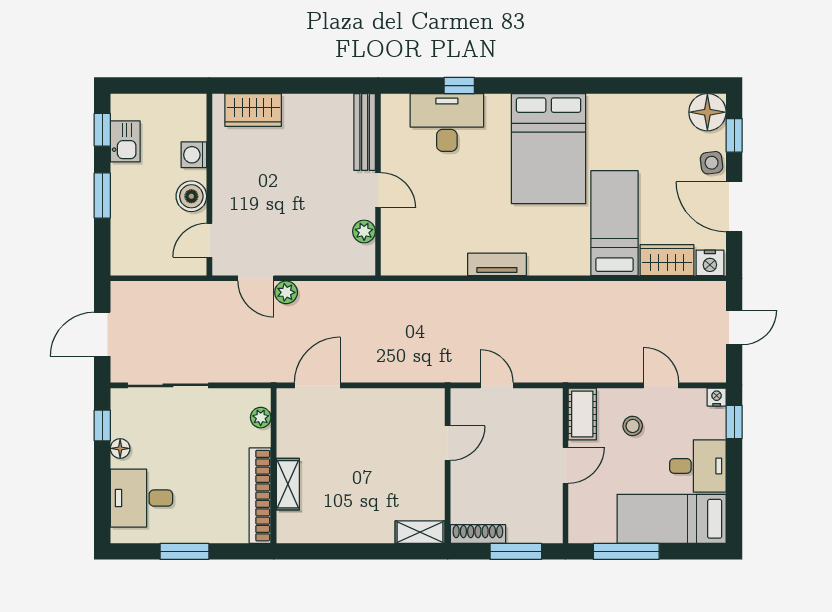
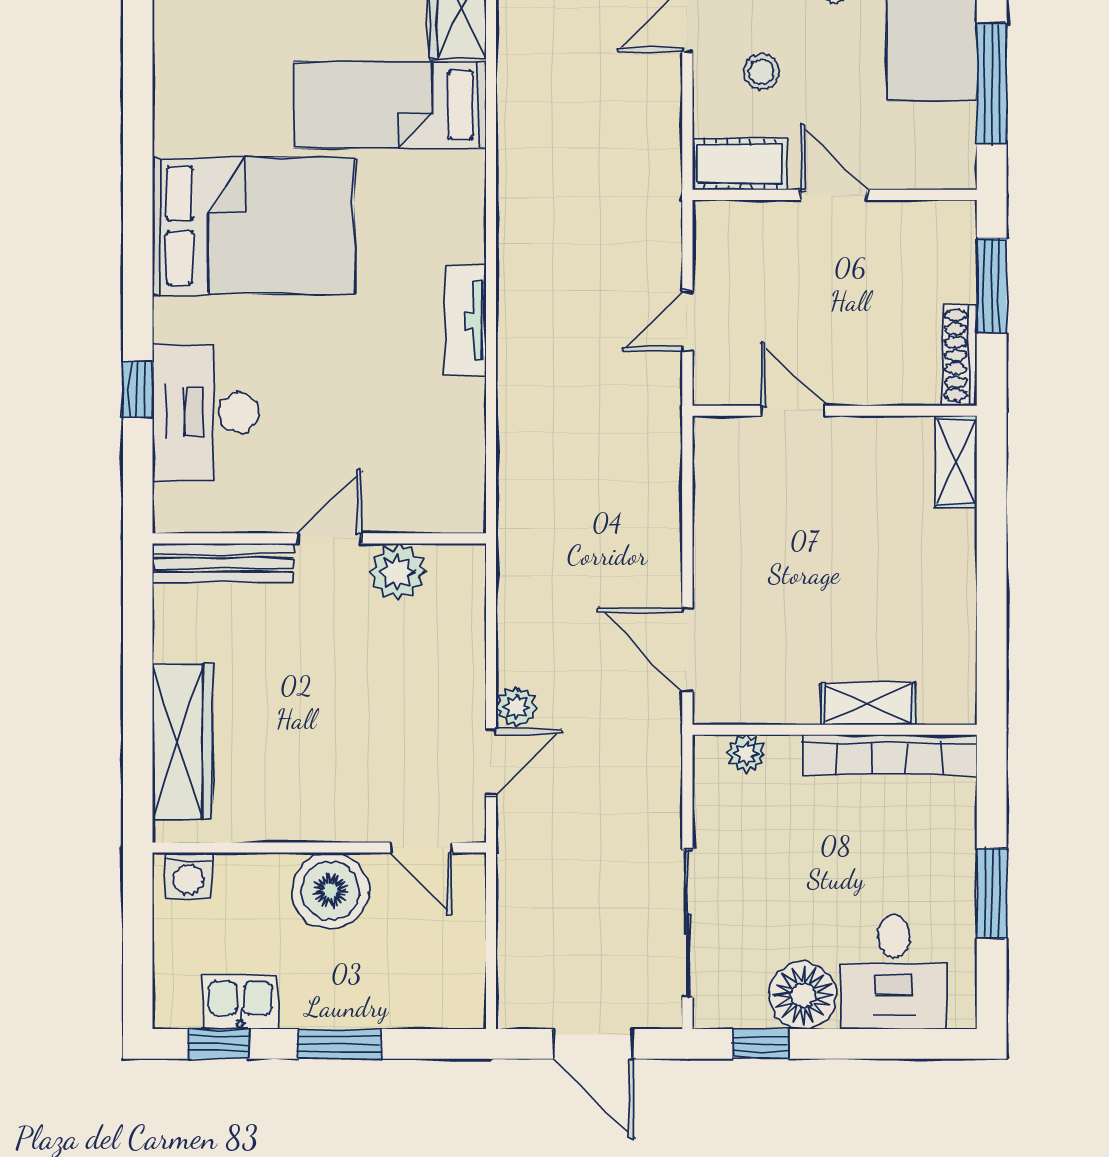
wardrobe: (253, 110) -> (183, 741), width x1.50
washing machine: (194, 155) -> (188, 876), moved
boiler: (191, 196) -> (330, 891), width x1.37, depth x1.37
plant: (364, 231) -> (397, 572), width x1.38, depth x1.38
floor lamp: (120, 448) -> (803, 995), width x1.89, depth x1.89

